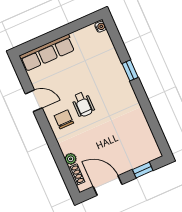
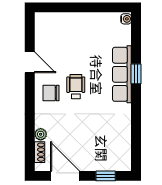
row of seats: (47, 53) -> (122, 74), moved, turned 90
wheelchair: (83, 104) -> (76, 87), turned 180
chair: (64, 119) -> (51, 93), turned -90

